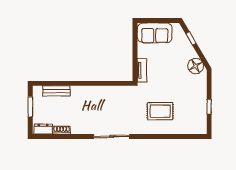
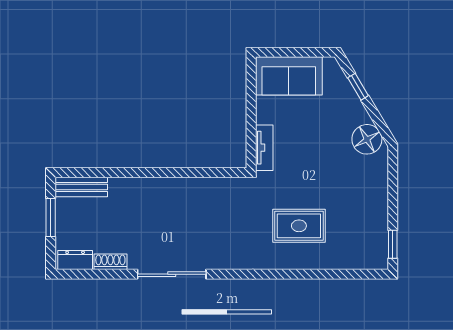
bench: (56, 91) -> (81, 187), moved
window: (209, 107) -> (393, 244), moved
sliding door: (112, 136) -> (172, 274), moved

